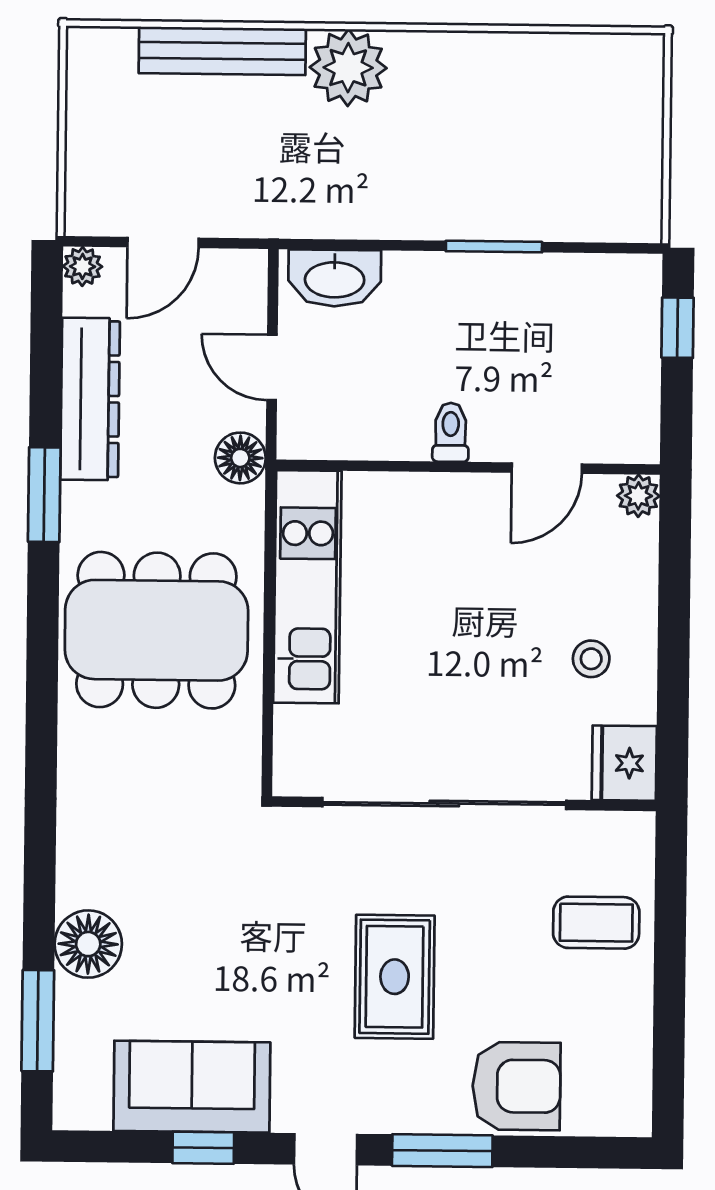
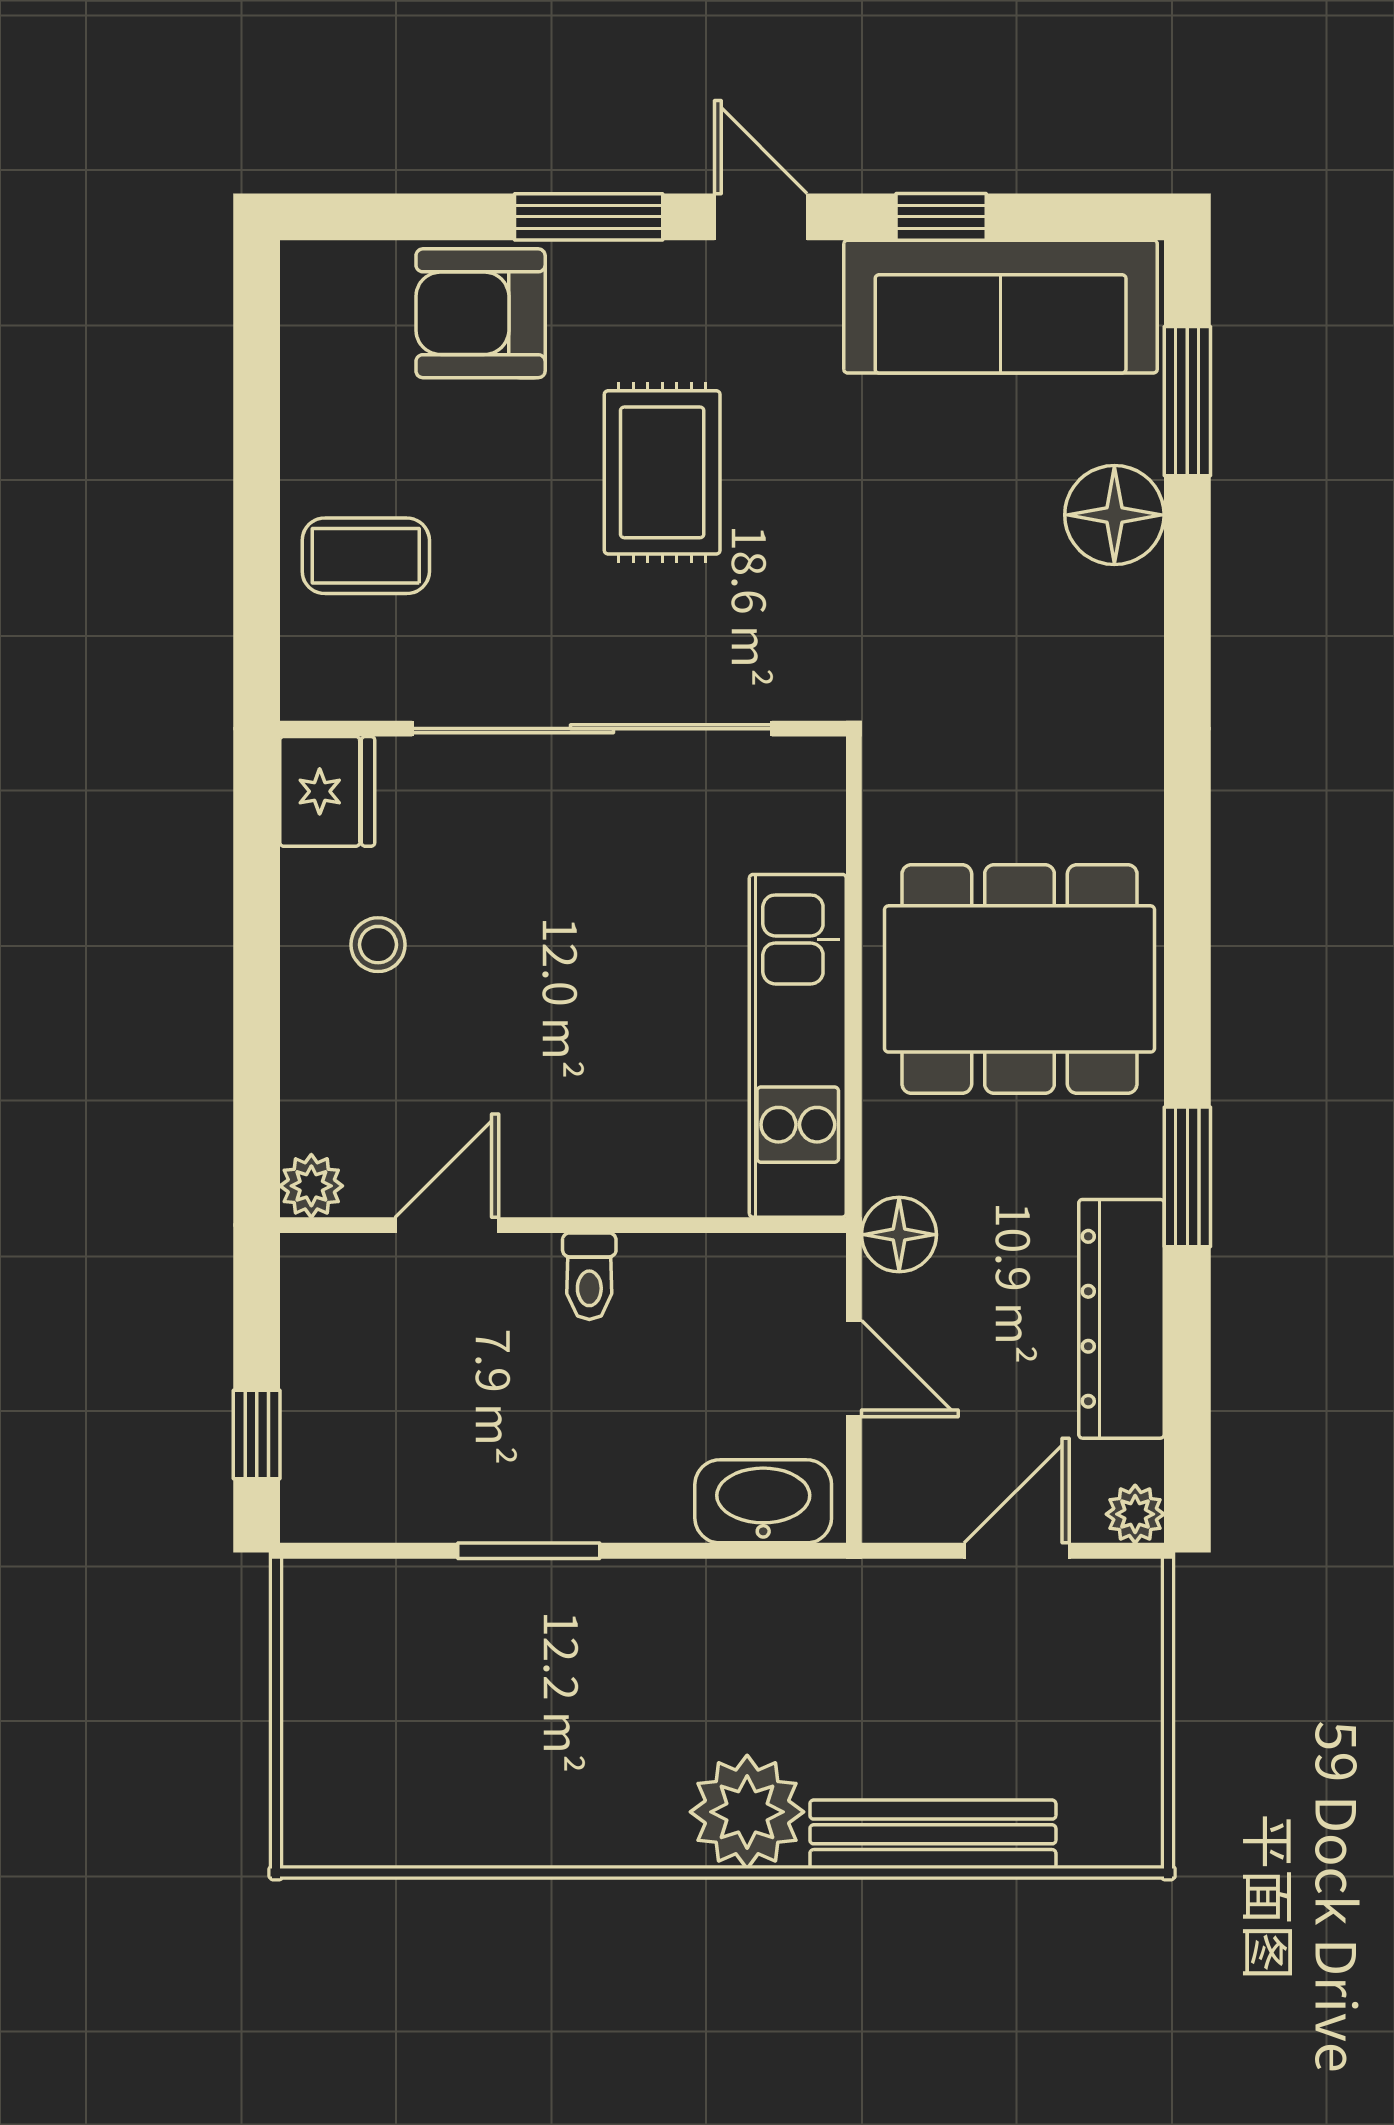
sofa: (192, 1087) -> (1001, 307), width x1.36

